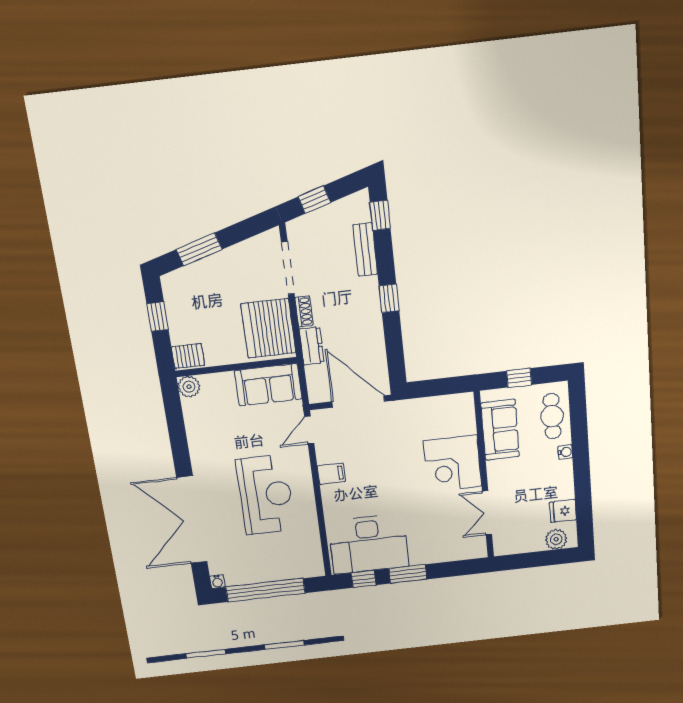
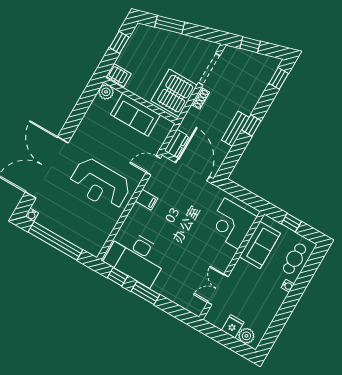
bench: (365, 250) -> (235, 129), moved
dresser: (312, 346) -> (177, 143), moved
sofa: (268, 385) -> (135, 115), moved
corner desk: (453, 464) -> (232, 224), moved
reception desk: (266, 495) -> (100, 184), turned 90
fridge: (563, 511) -> (233, 326), moved, turned 90

